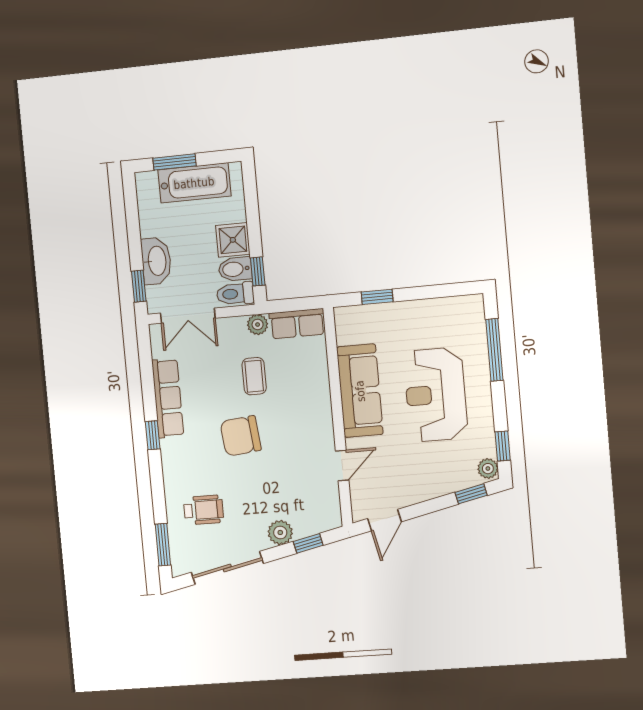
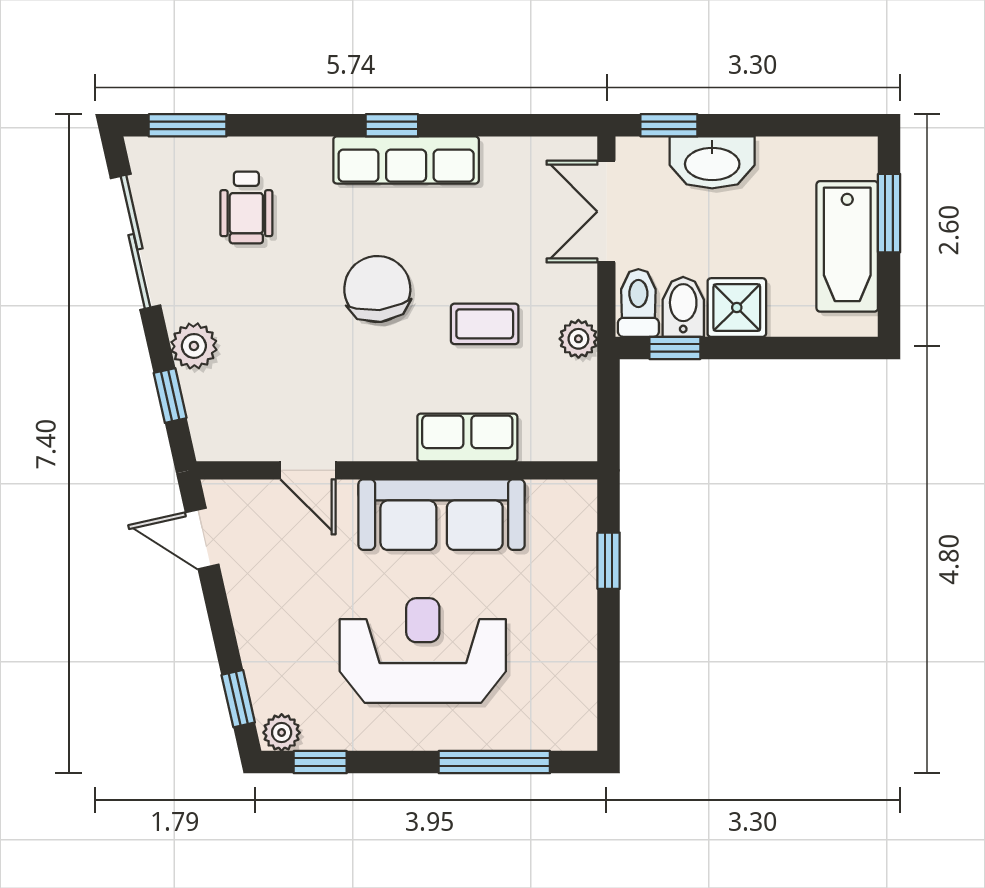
row of seats: (297, 324) -> (467, 438), moved, turned 90
row of seats: (168, 398) -> (406, 160), moved

